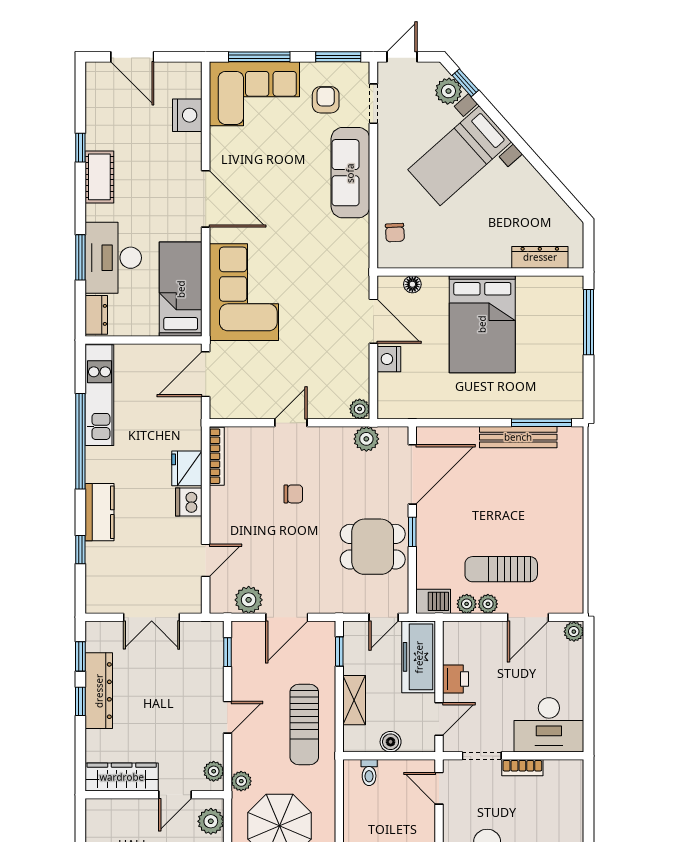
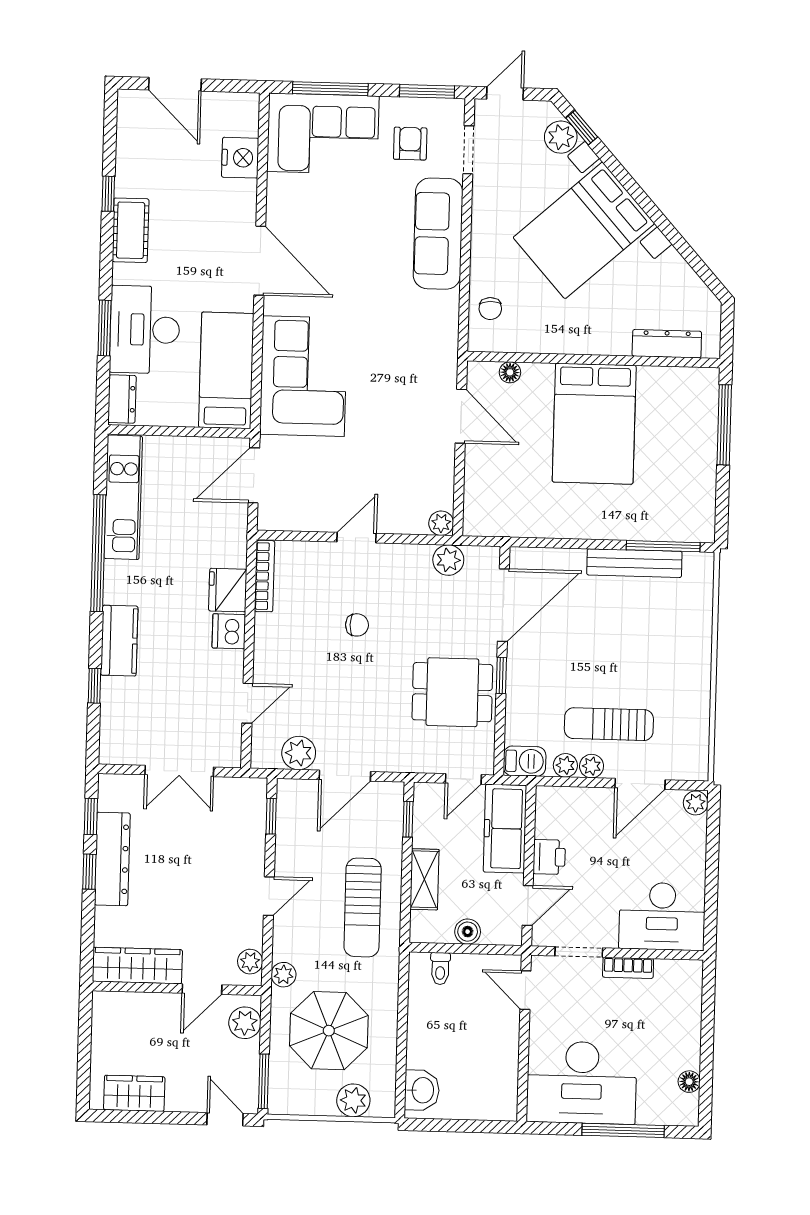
bed with nightstands: (460, 156) -> (584, 230), width x1.36
nightstand: (389, 359) -> (479, 463), removed

